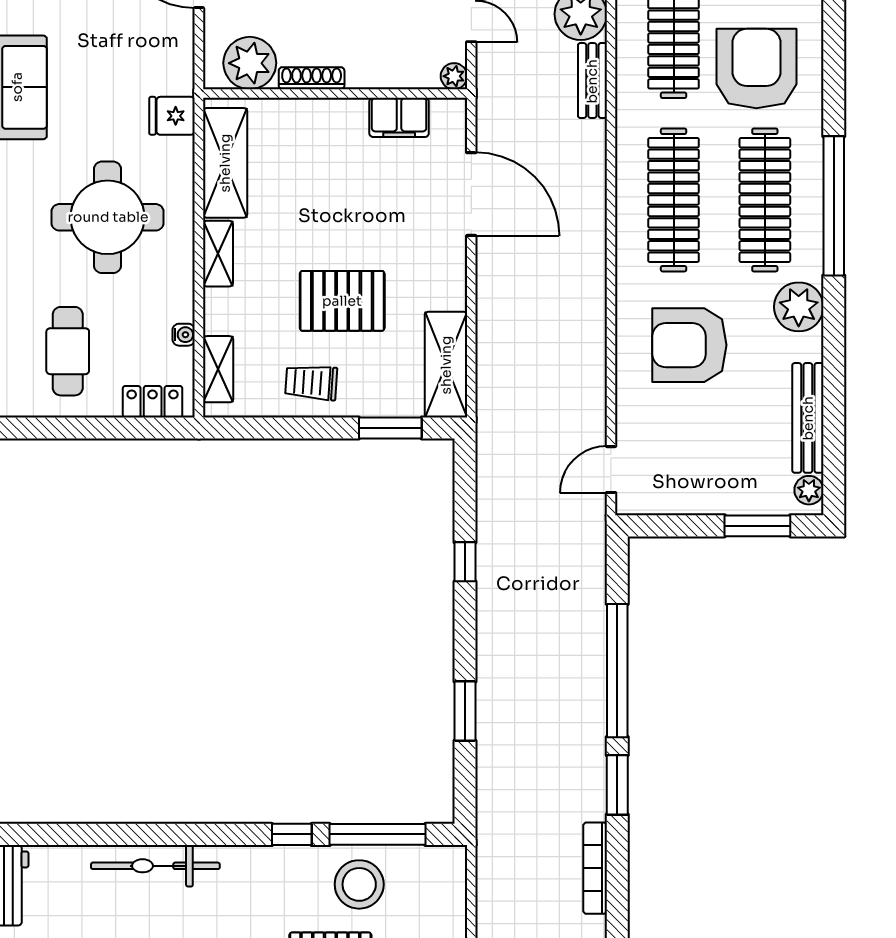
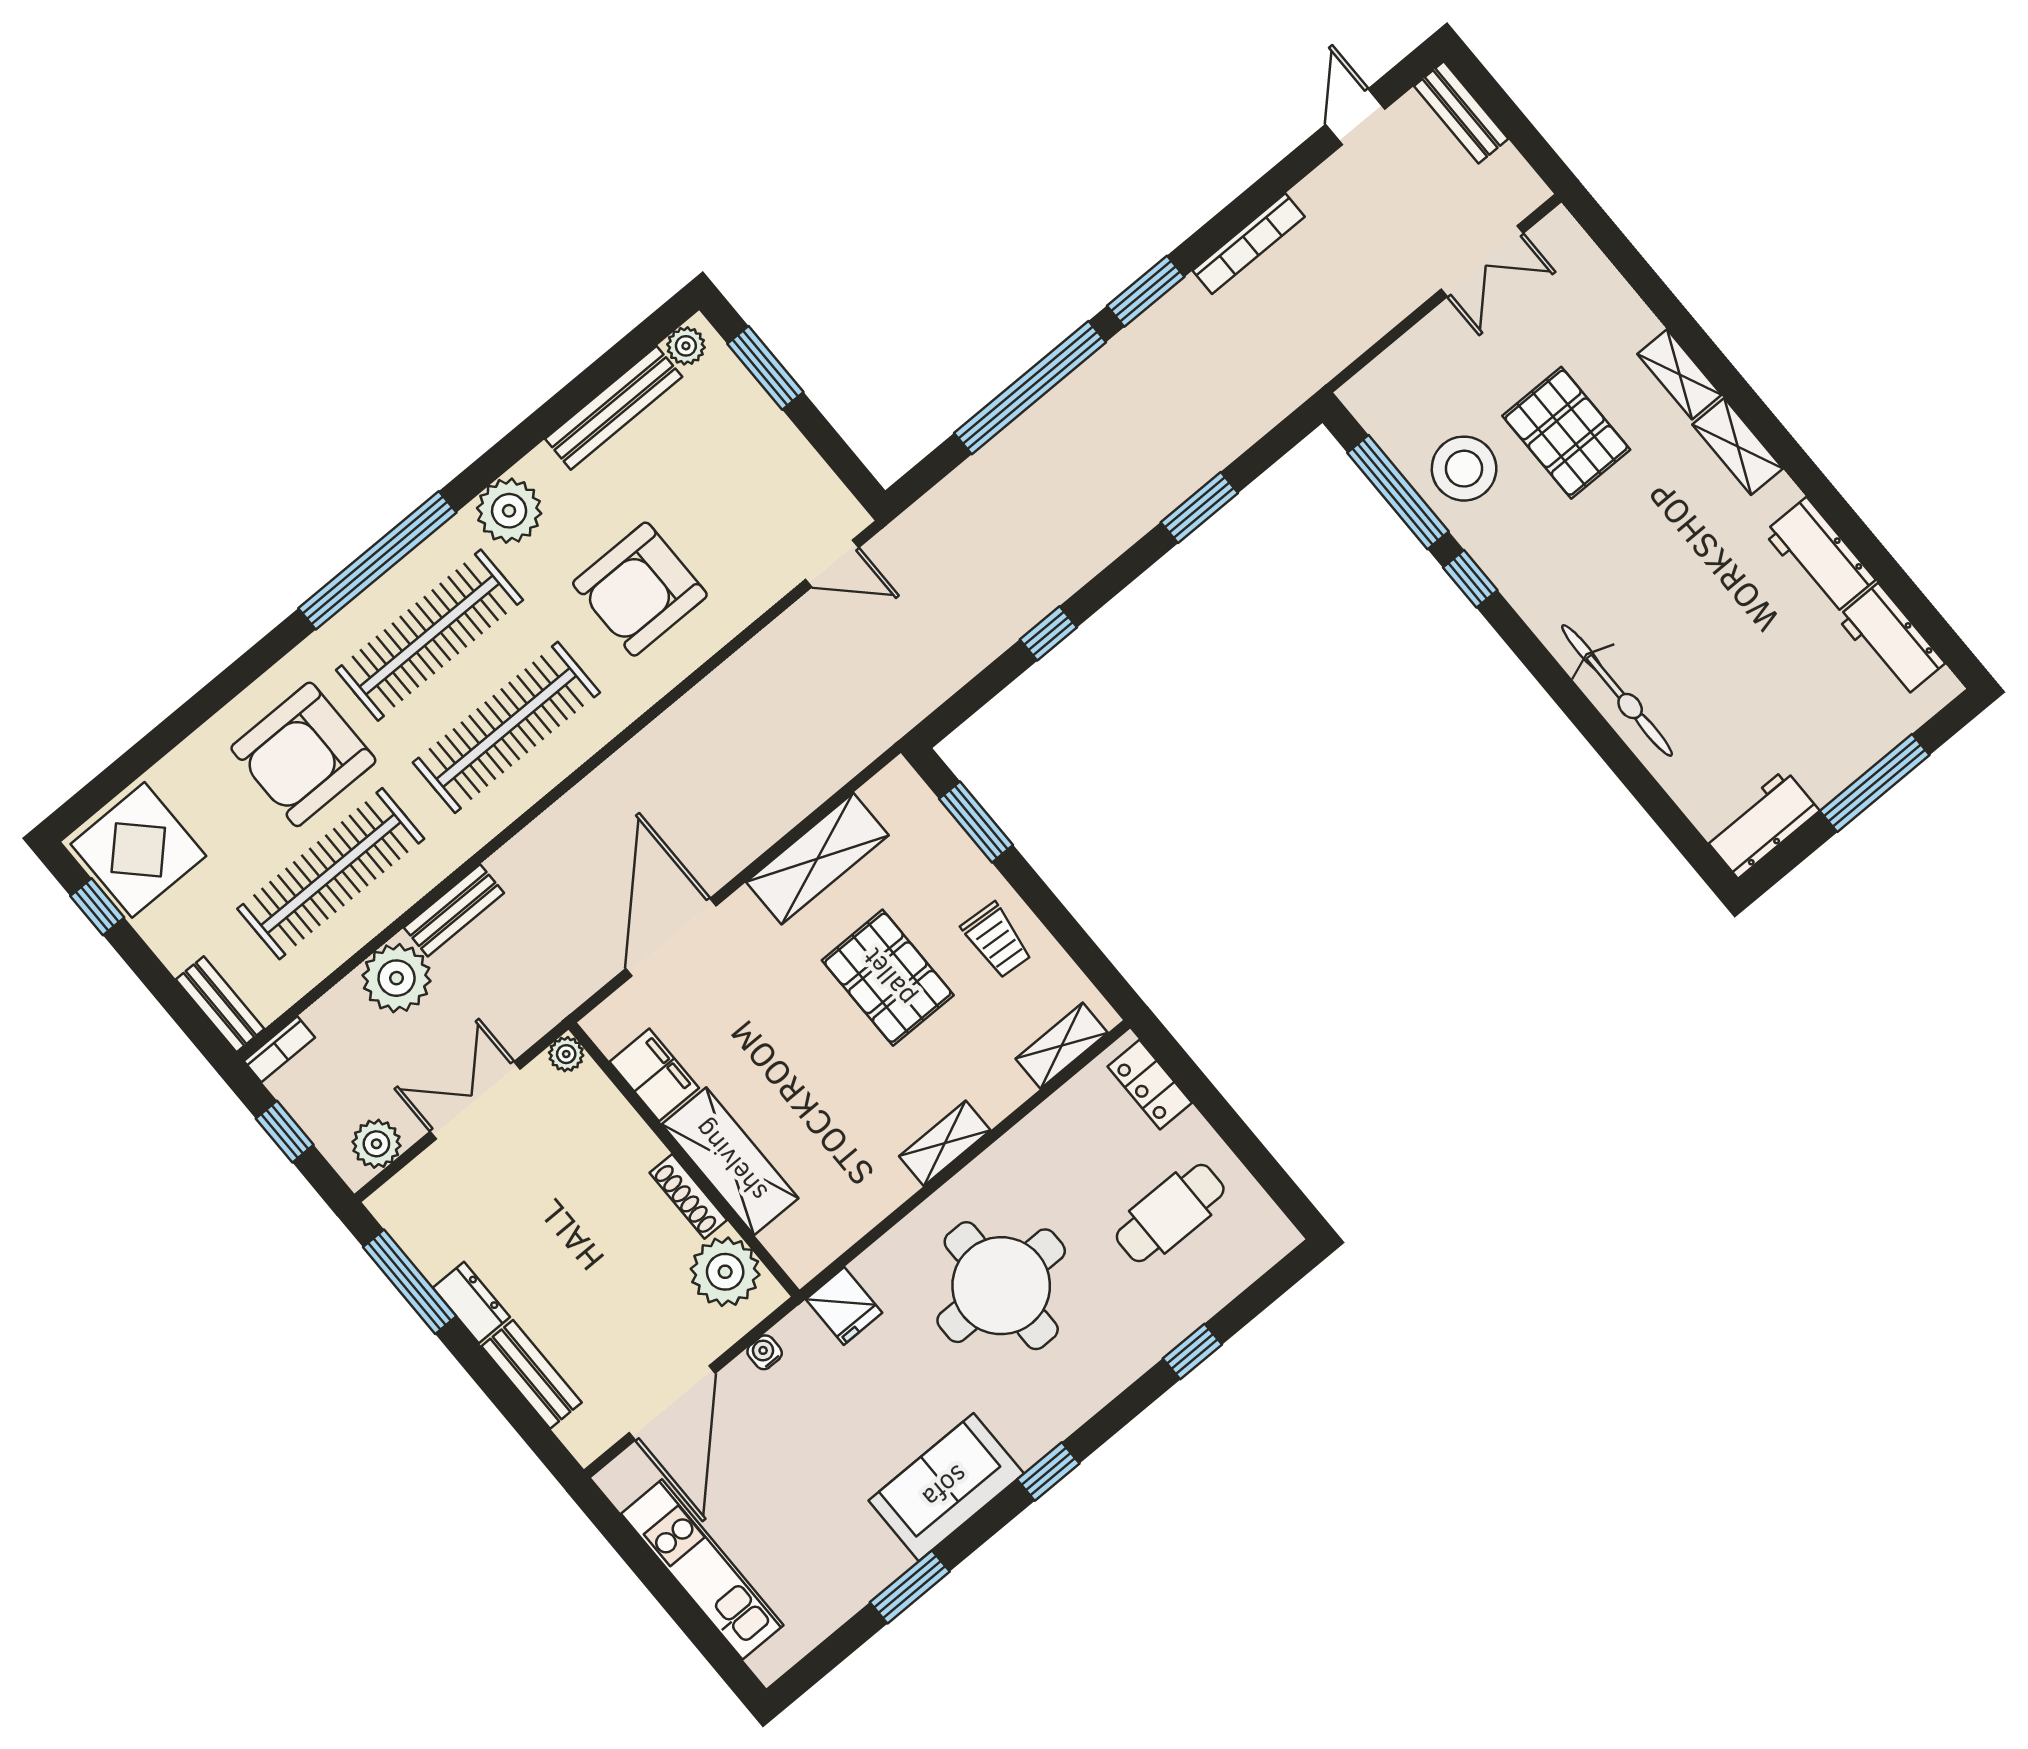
shelving: (225, 163) -> (730, 1161), moved, turned 90
water cooler: (184, 335) -> (765, 1352), moved
armchair: (689, 345) -> (640, 589), turned 90
shelving: (446, 365) -> (817, 859), moved

